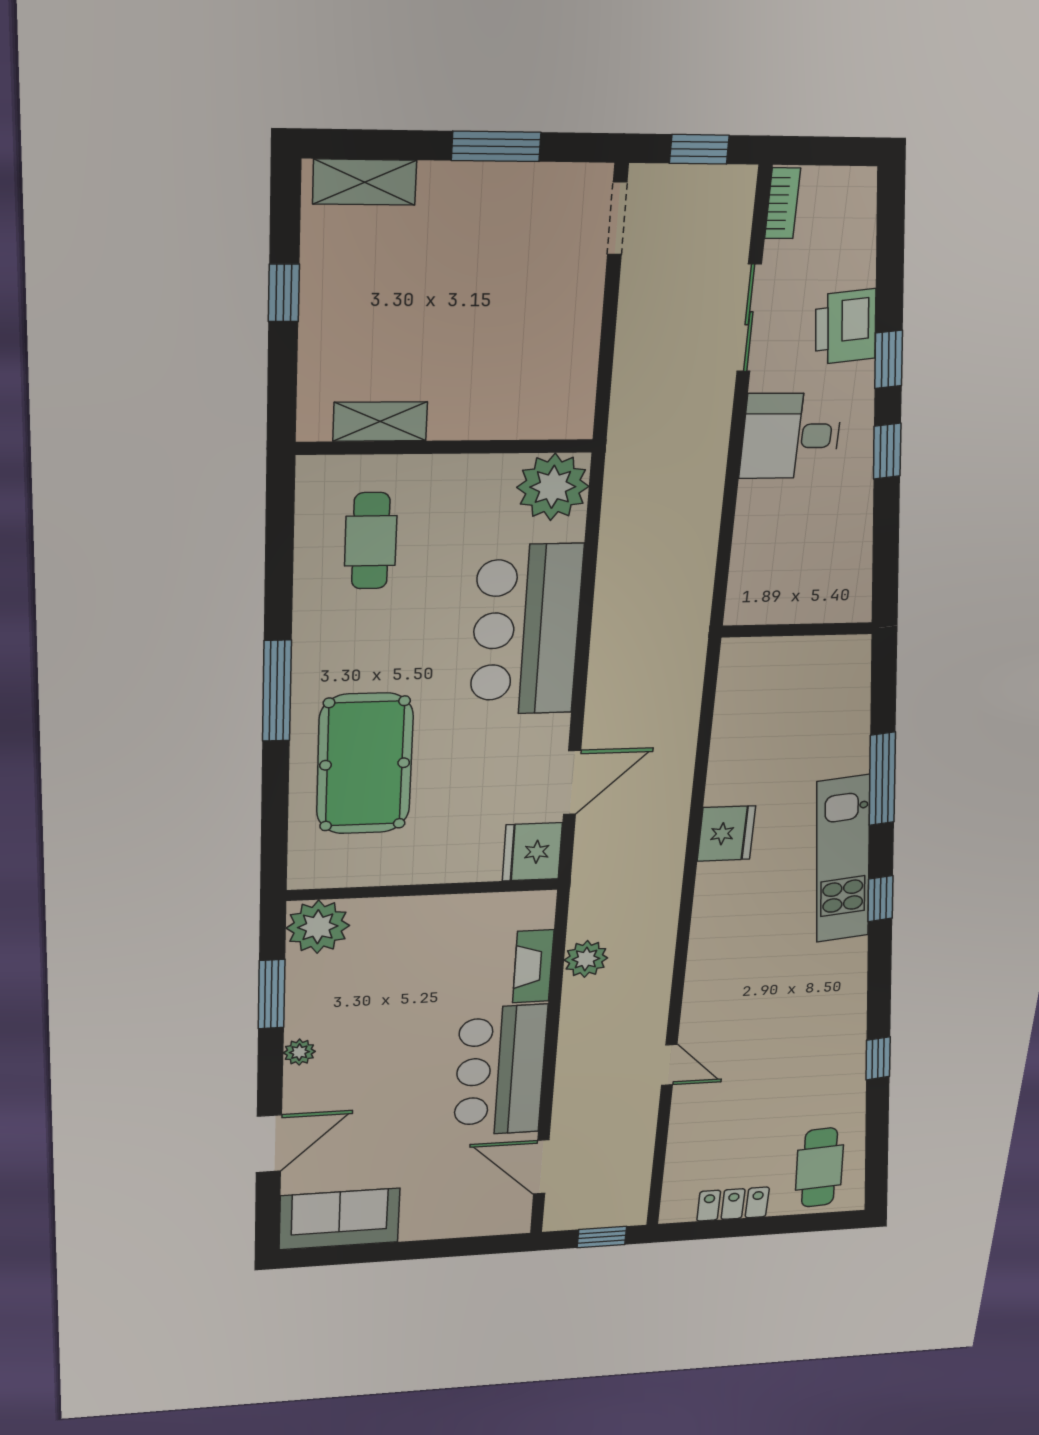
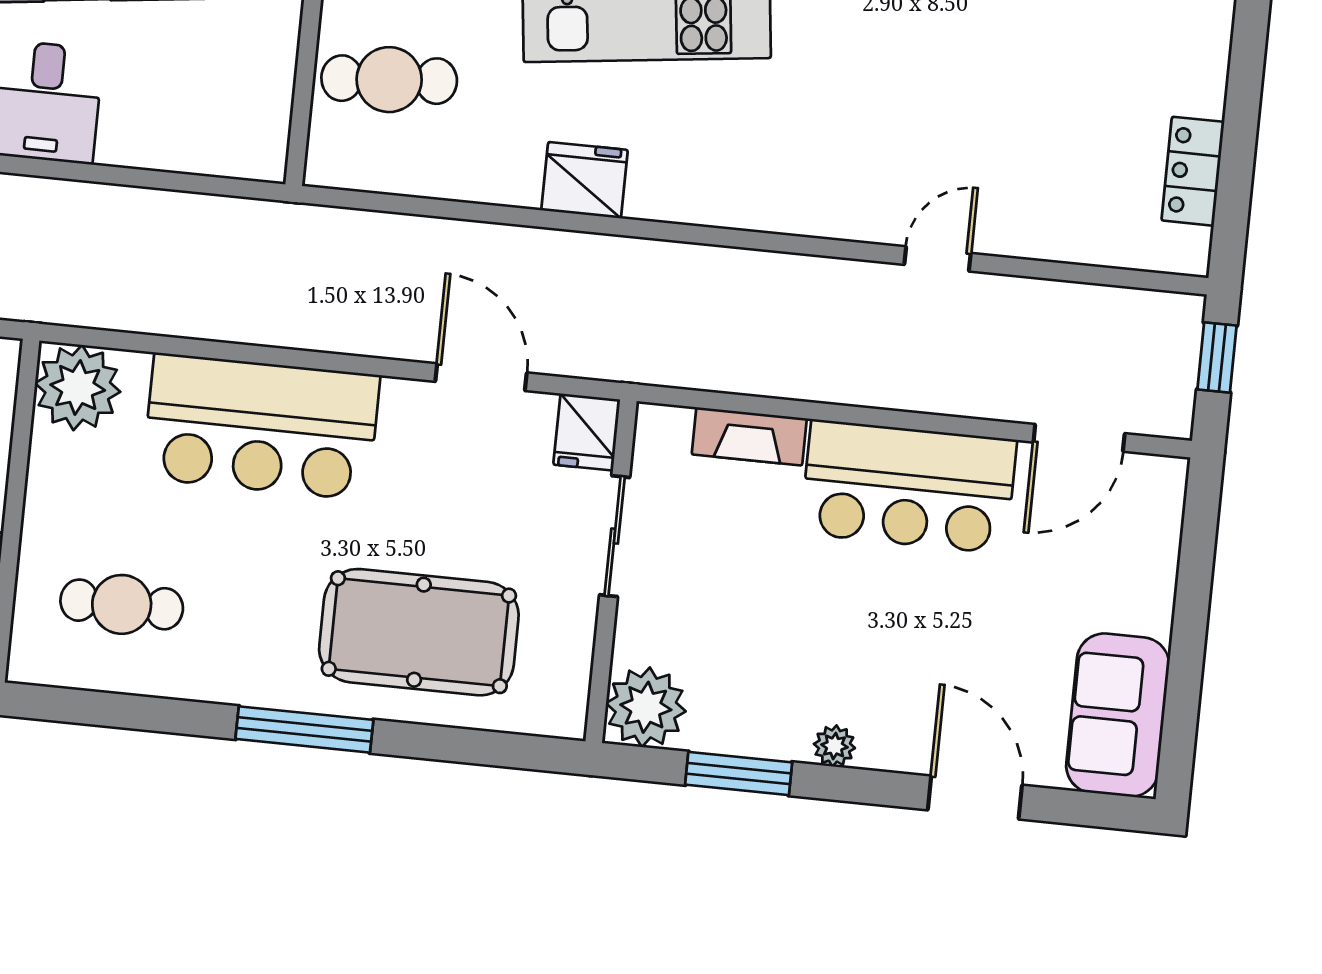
fridge: (532, 852) -> (587, 432), width x0.72
sliding door: (451, 889) -> (615, 536), added
plant: (586, 959) -> (749, 367), removed
cafe table: (819, 1168) -> (389, 80), moved

